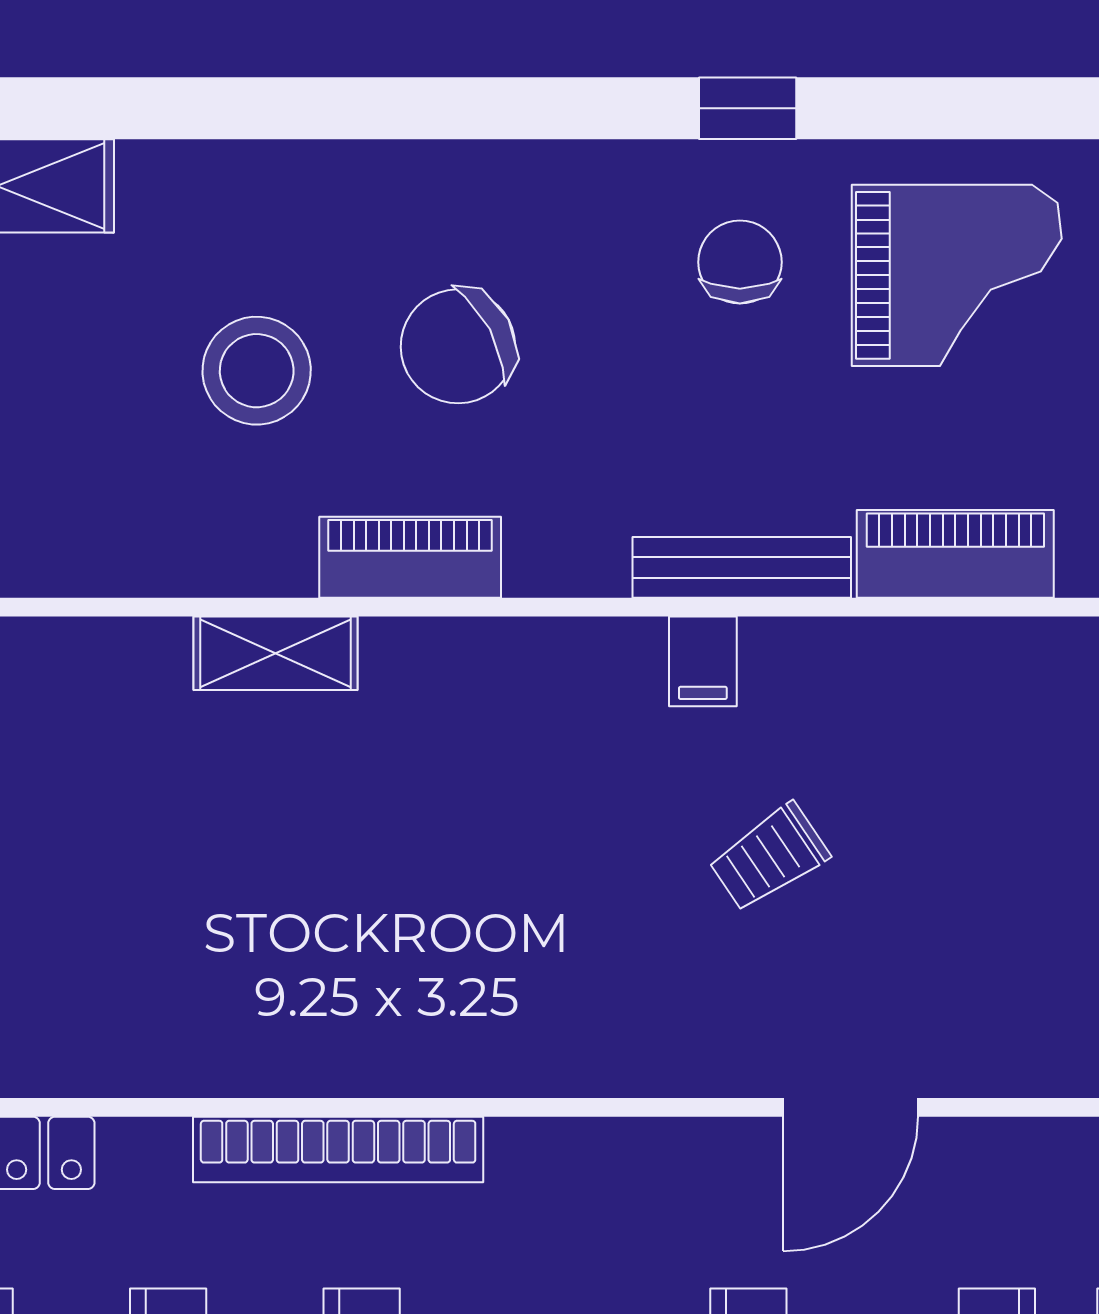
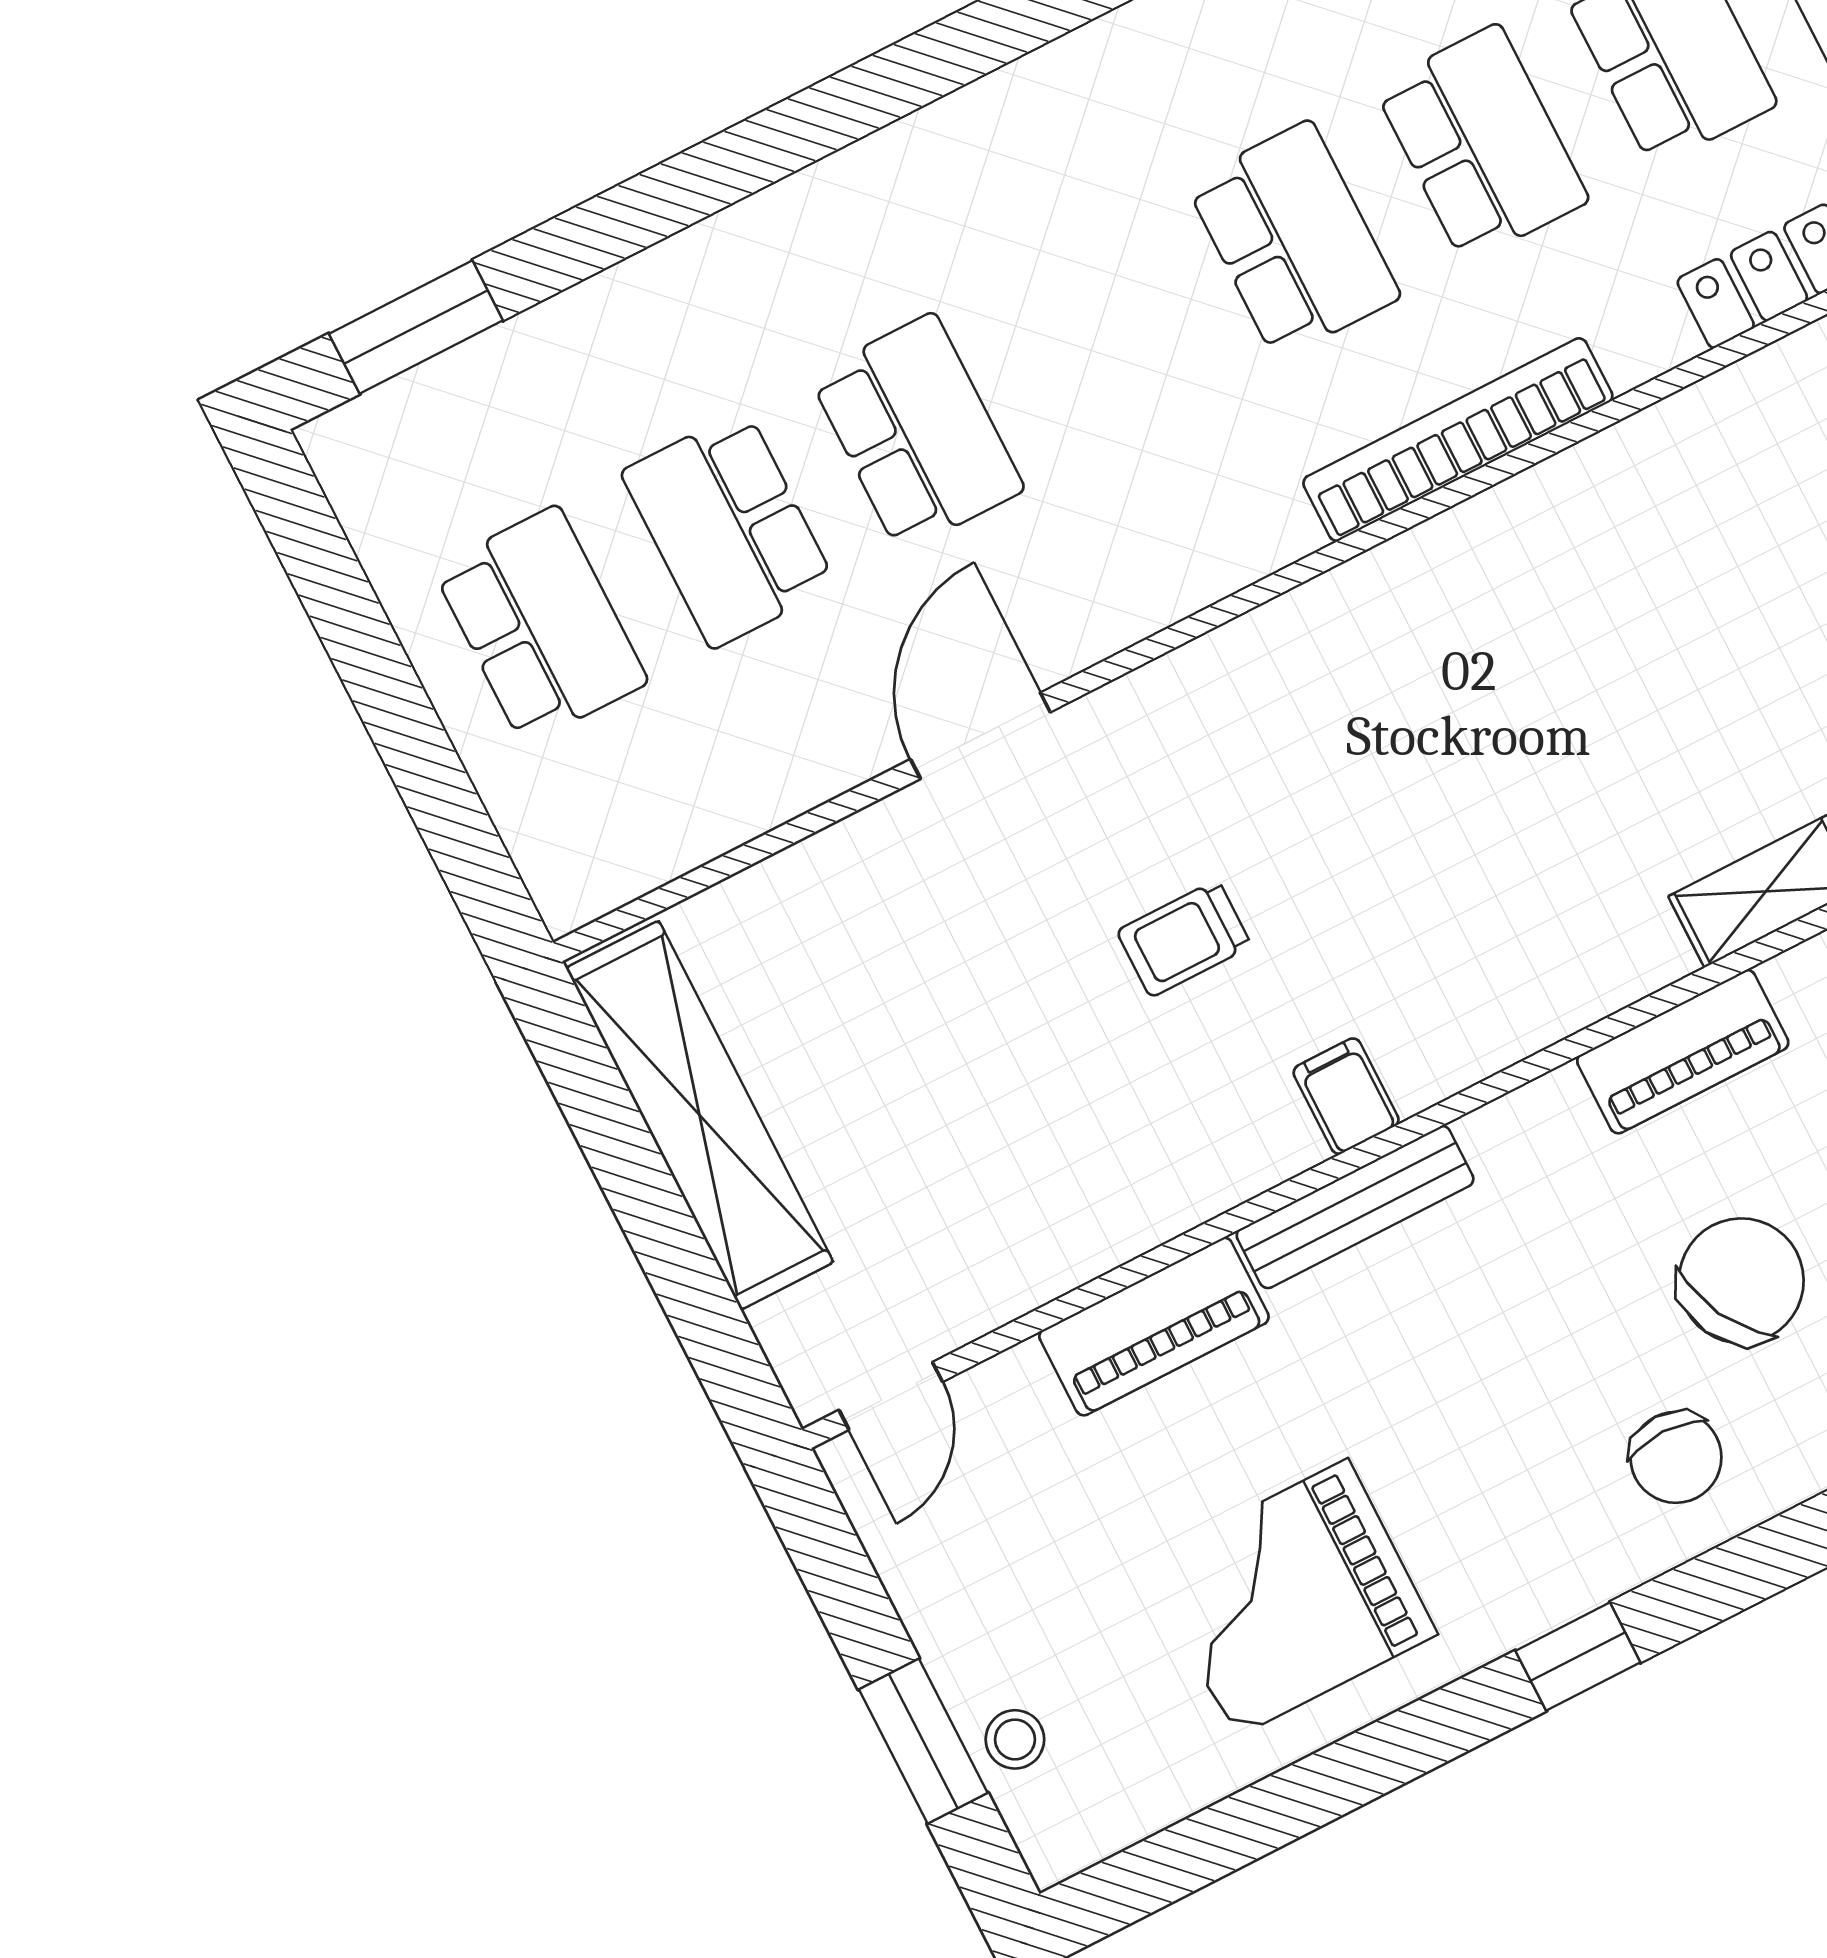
chair: (740, 262) -> (1676, 1457), moved
trolley: (769, 857) -> (1184, 938), turned -146

